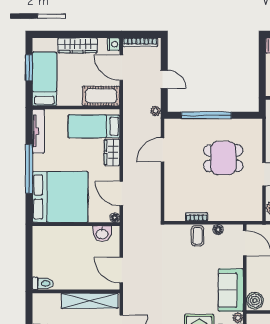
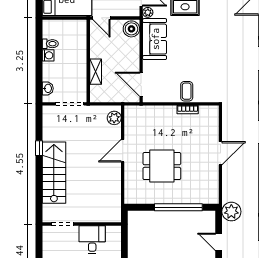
plant: (156, 111) -> (231, 212), width x1.87, depth x1.87
door: (162, 150) -> (220, 153), moved
floor lamp: (218, 230) -> (167, 97), removed

